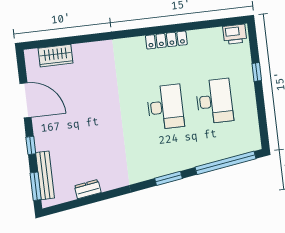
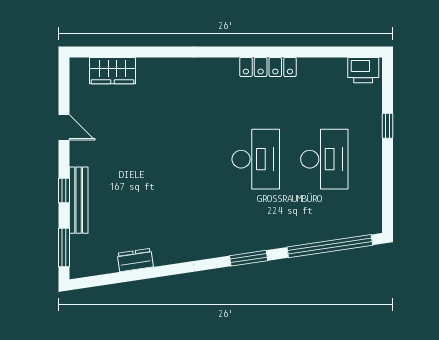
door: (26, 100) -> (64, 127), width x0.53
bench: (45, 175) -> (79, 200), moved

